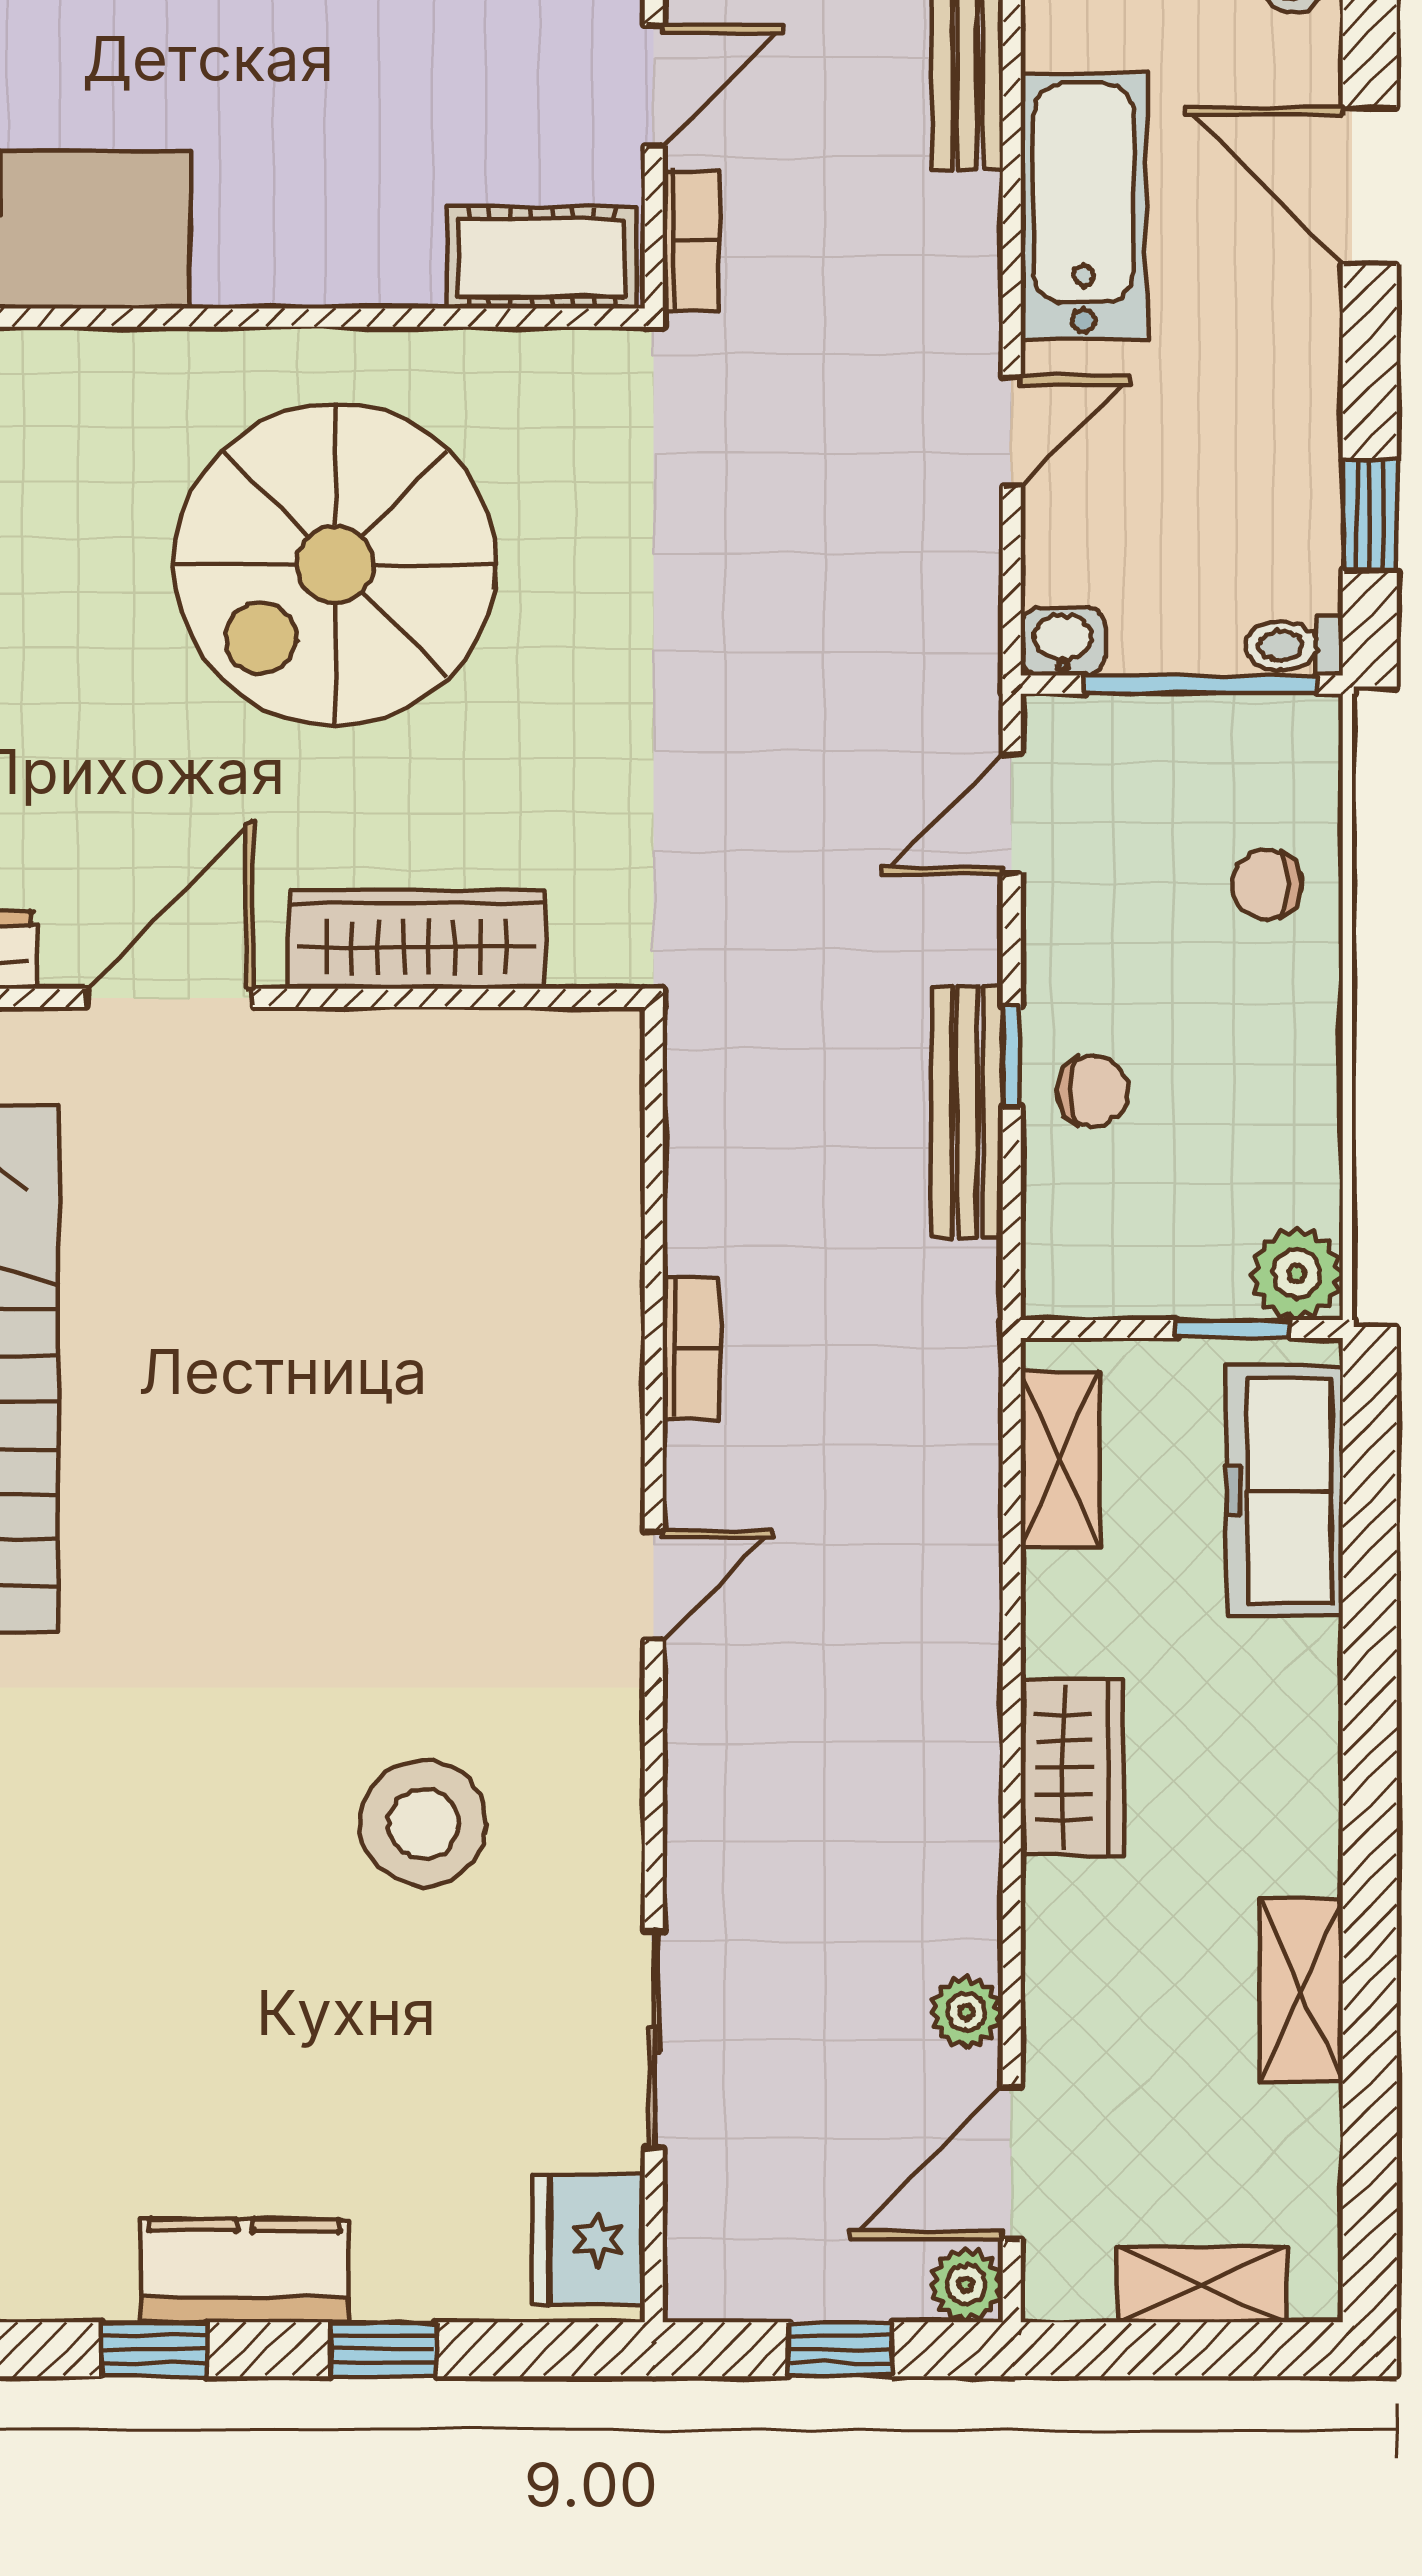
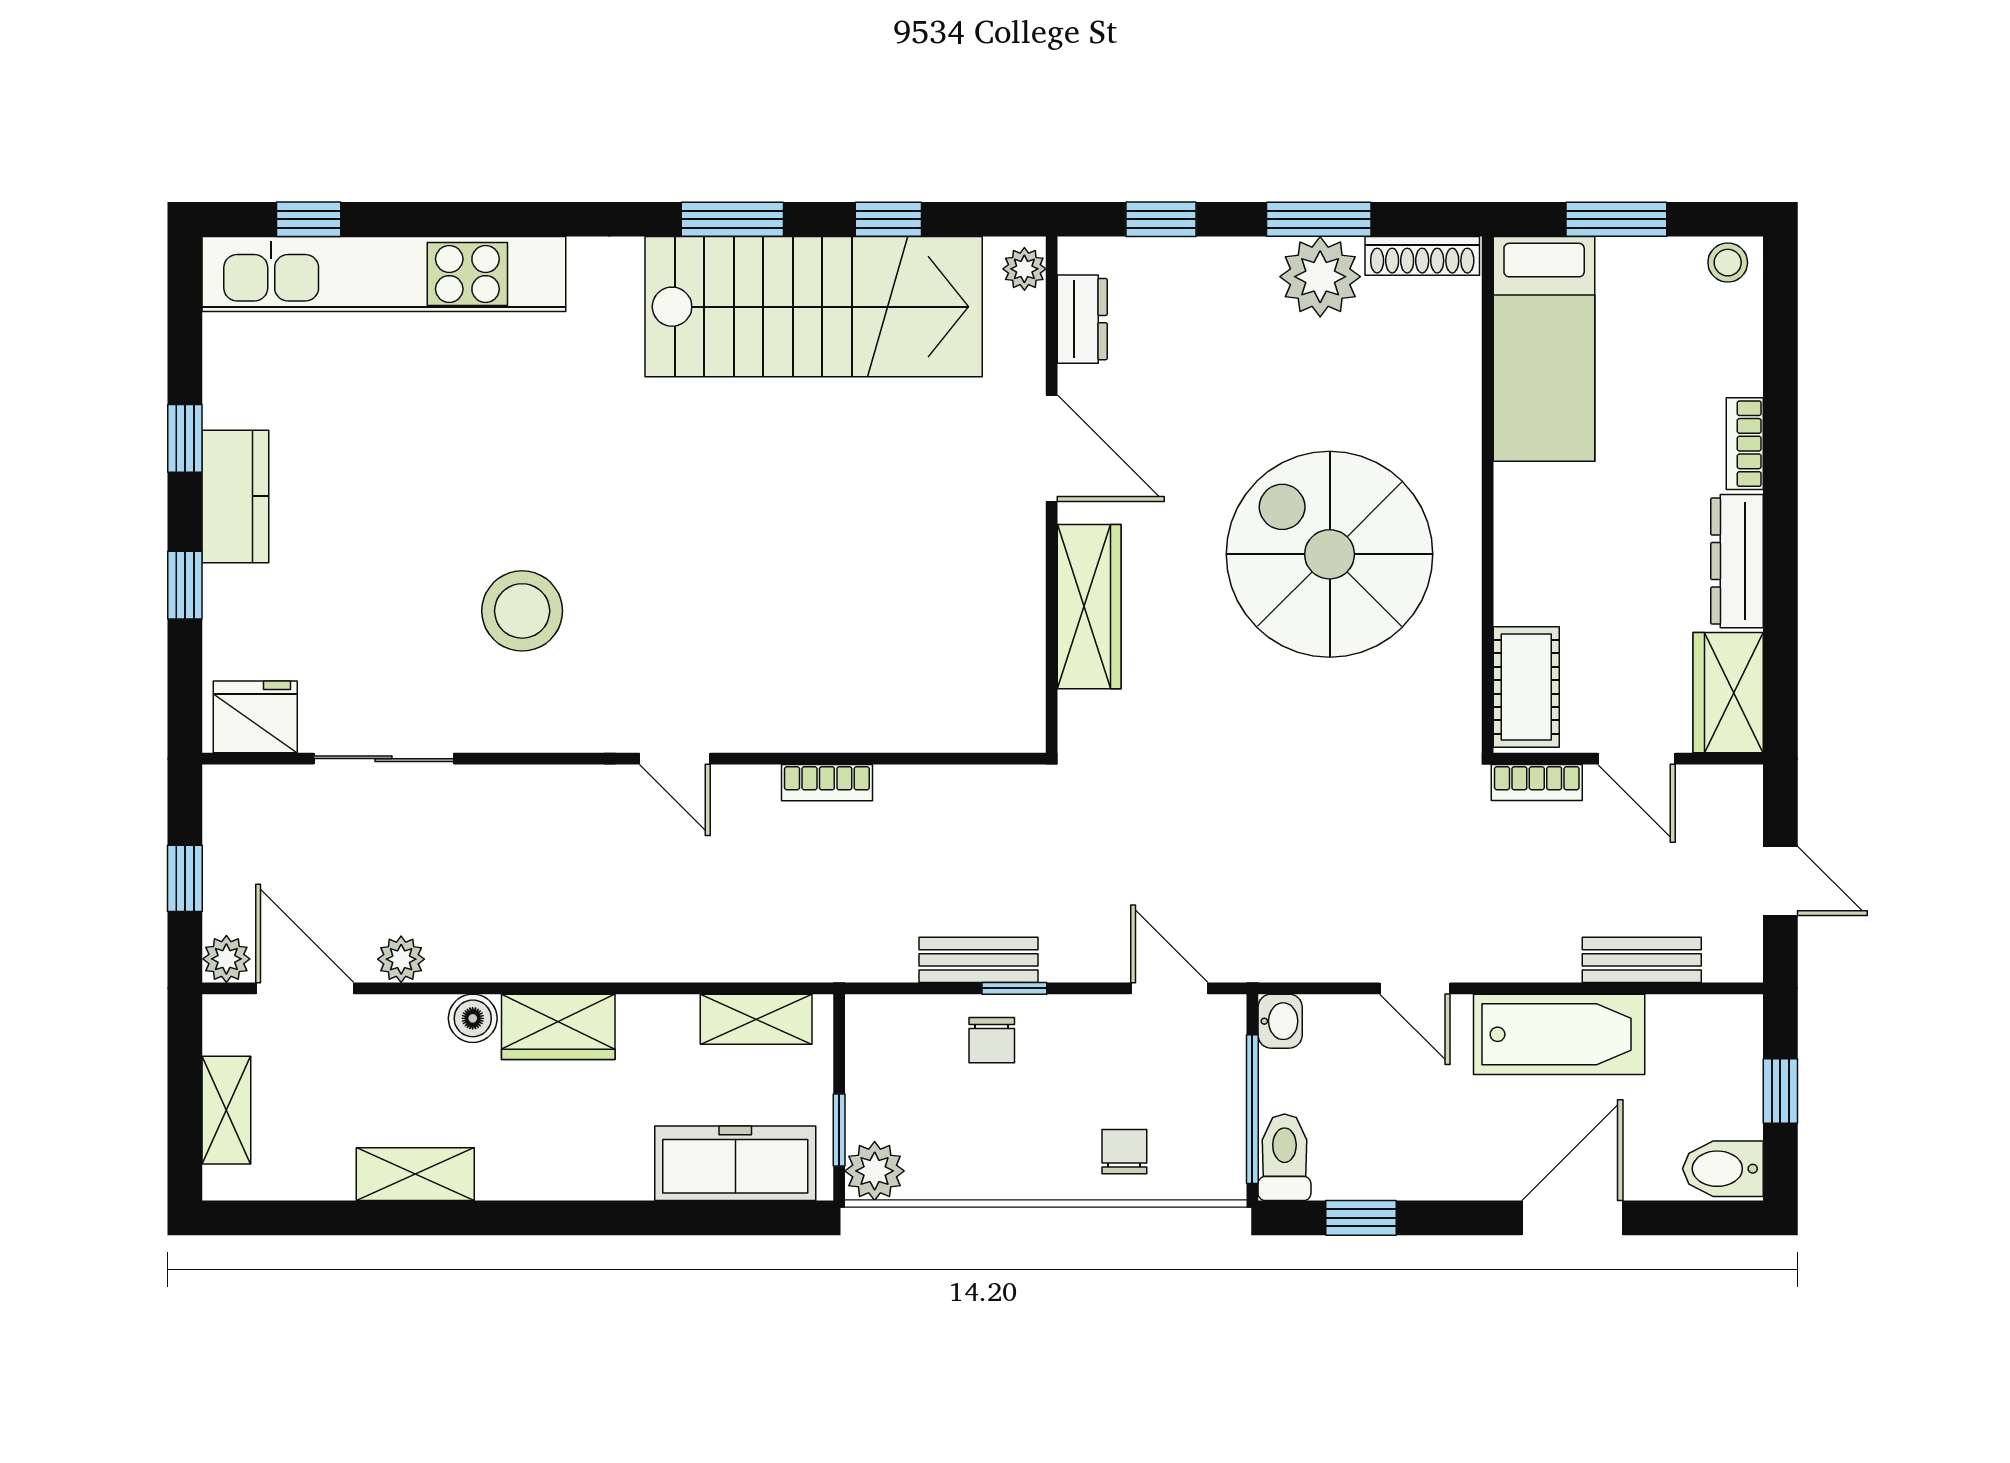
toilet: (1294, 646) -> (1284, 1157), width x1.37, depth x1.39
bench: (967, 1112) -> (979, 960), width x0.73
boiler: (1059, 1900) -> (473, 1018), added

